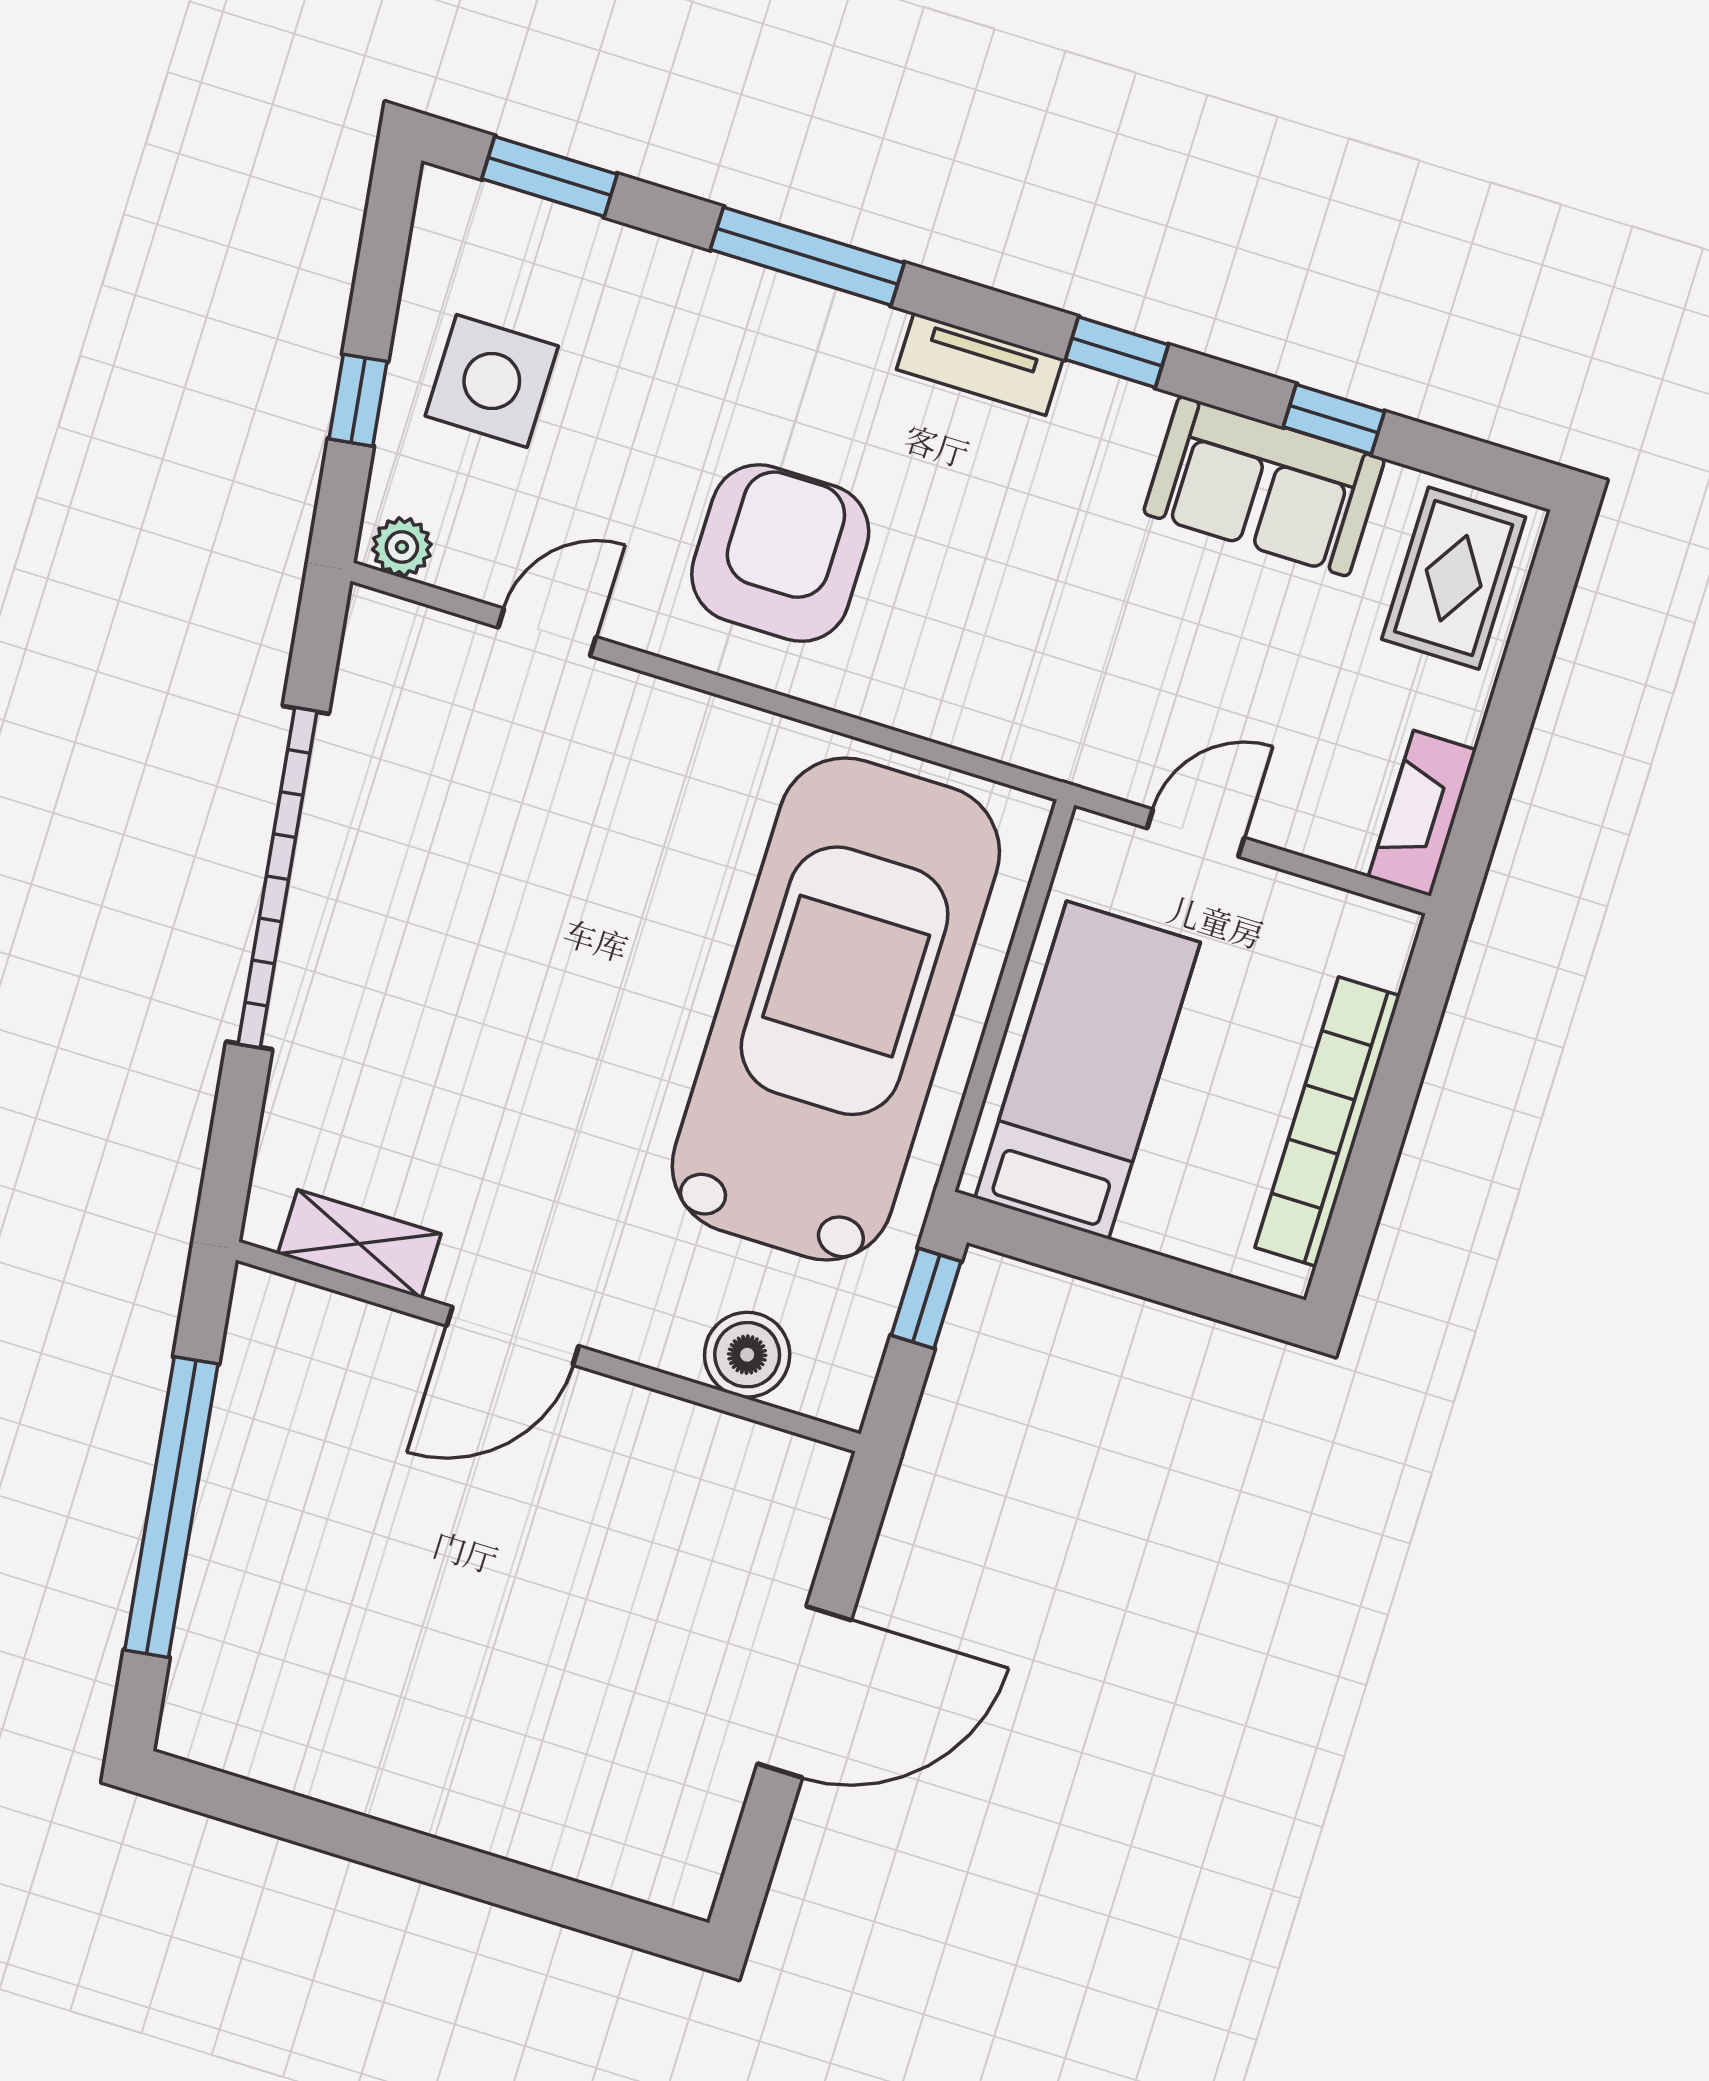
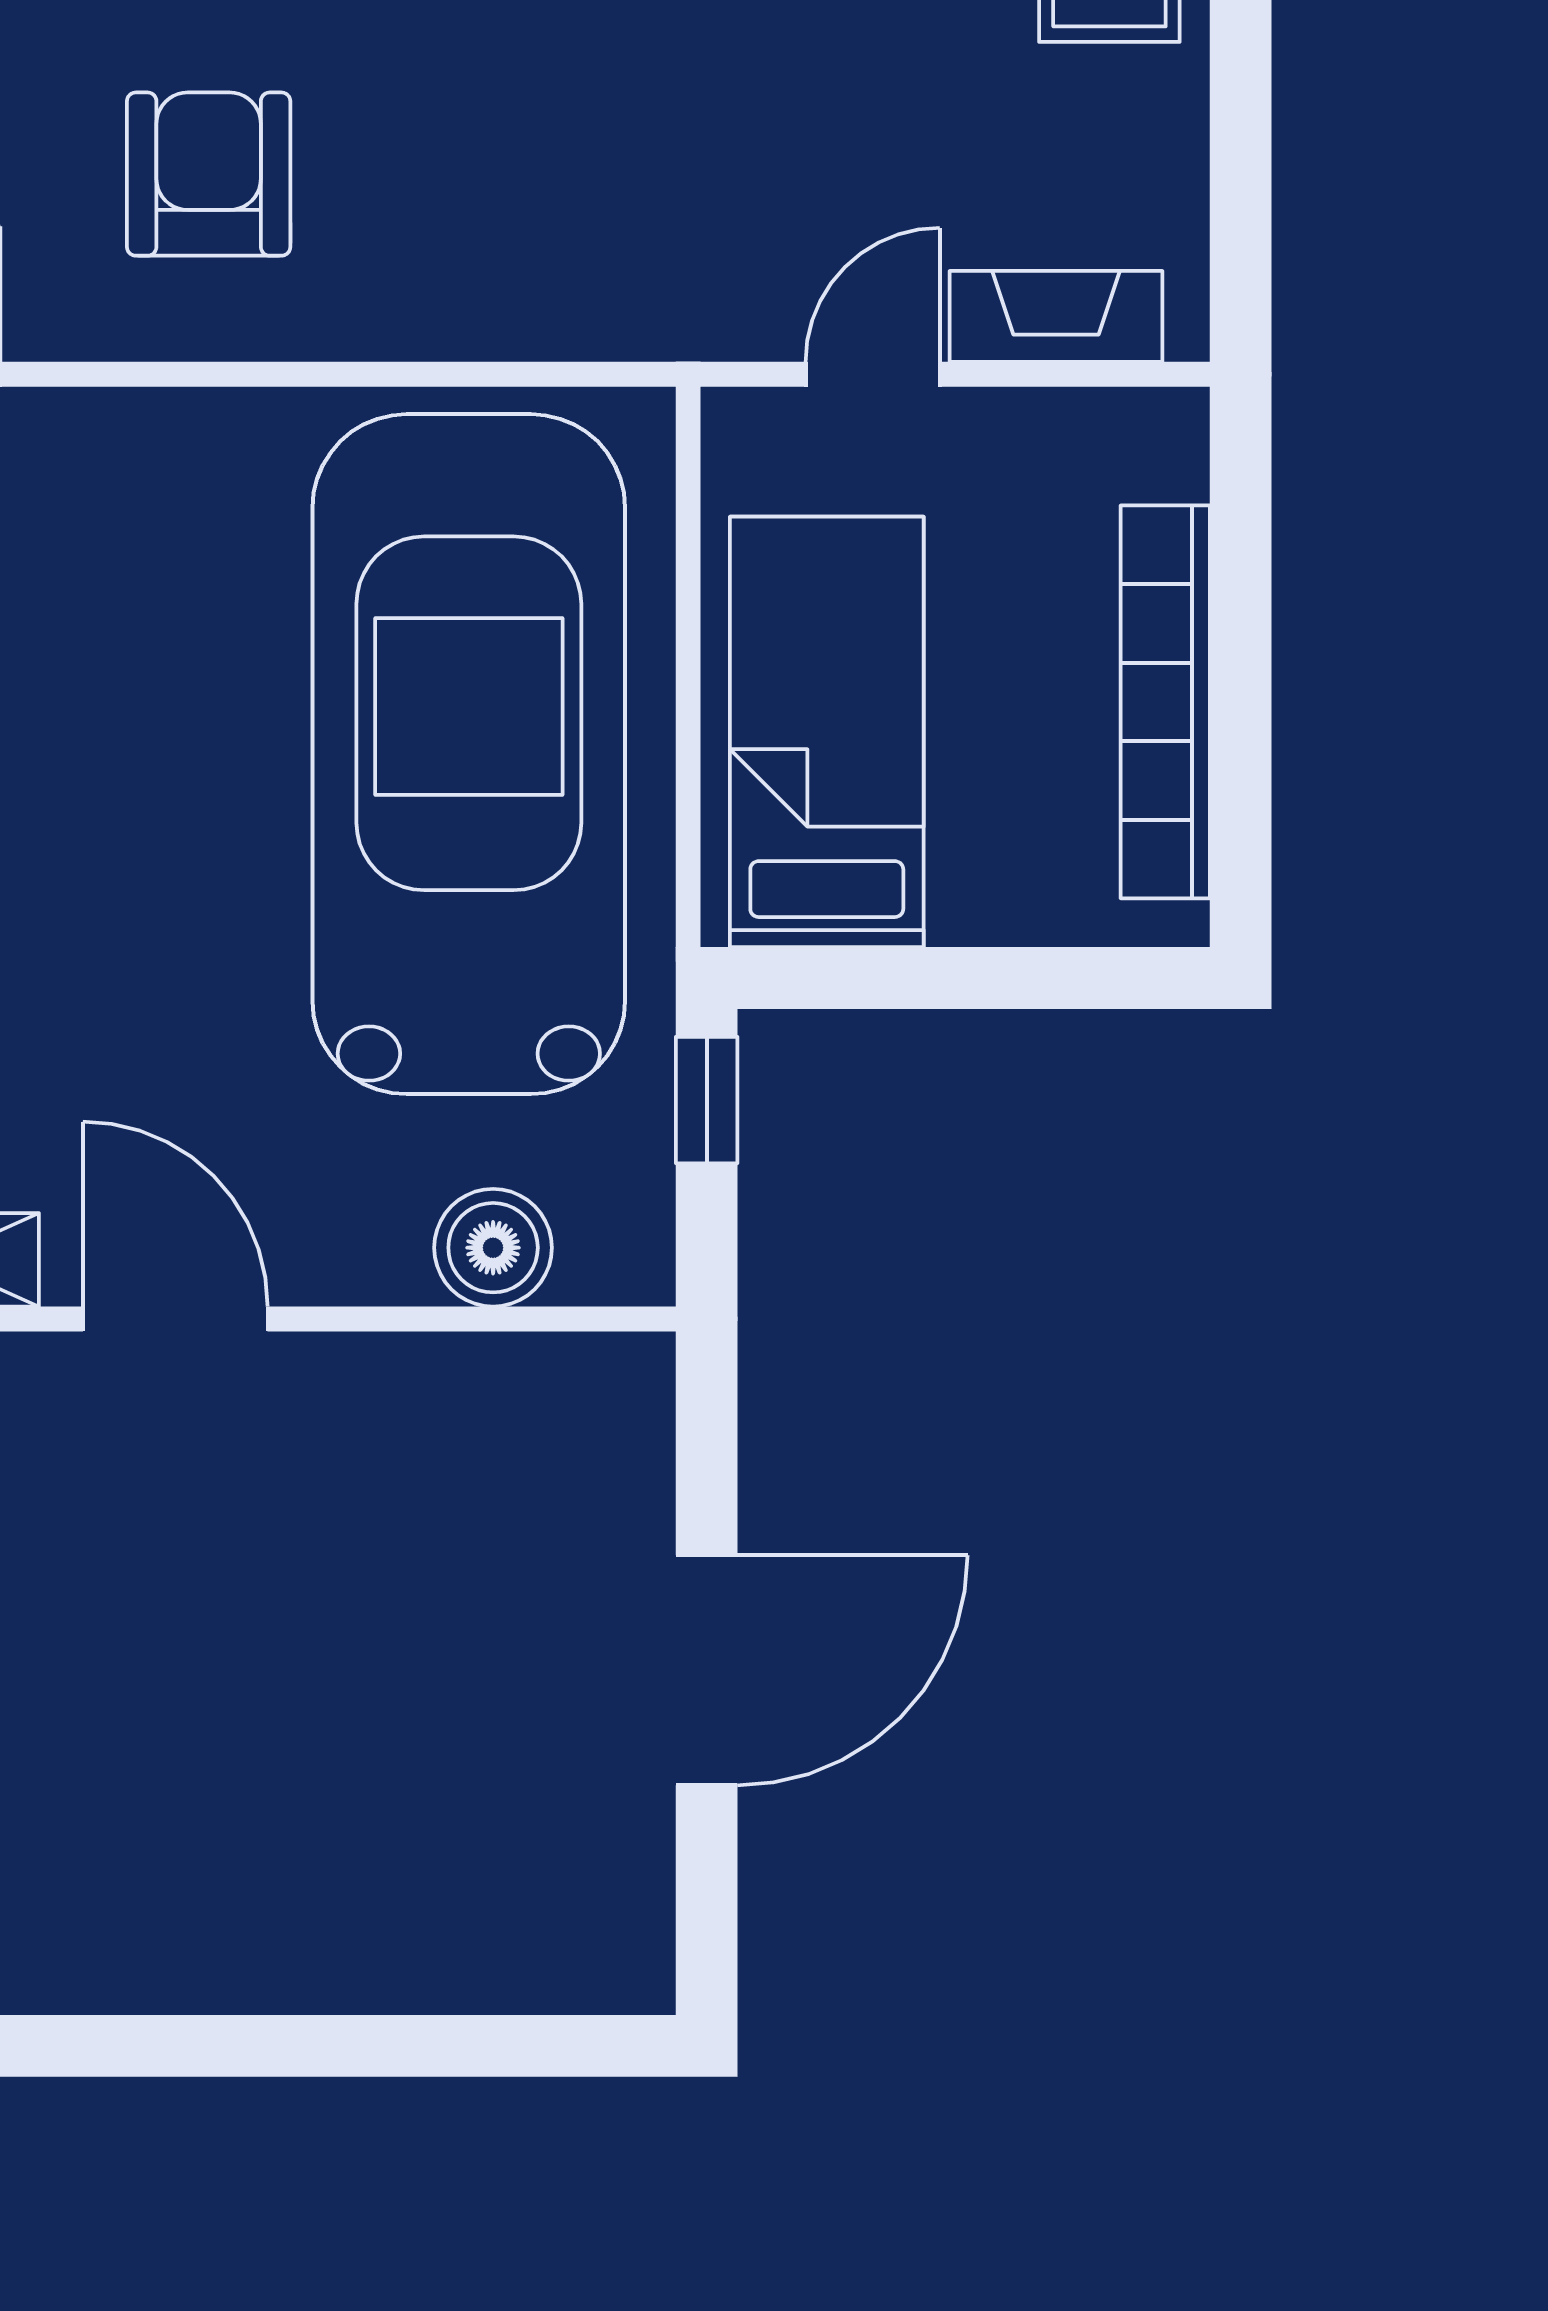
armchair: (780, 553) -> (209, 174), width x0.73, depth x0.73
fireplace: (1422, 813) -> (1056, 316), moved, turned 90
door: (513, 1336) -> (175, 1319), swing flipped

